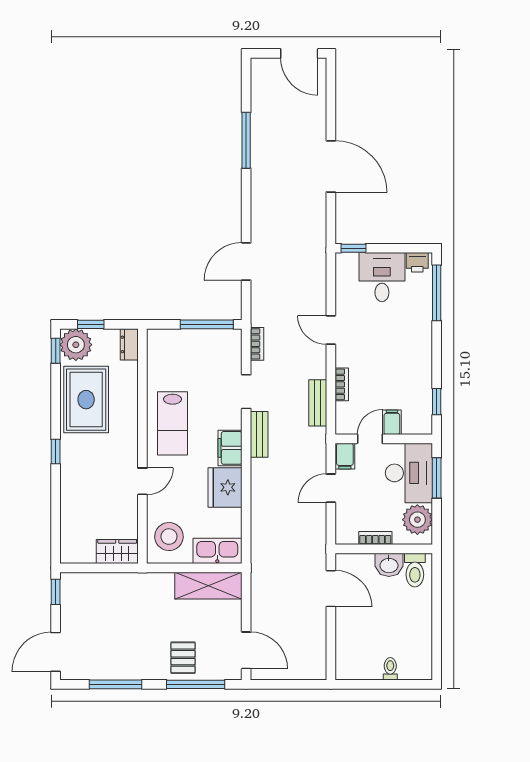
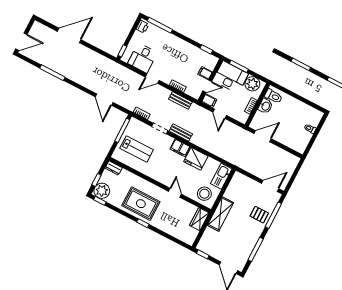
door: (299, 53) -> (21, 42), moved
door: (331, 166) -> (69, 35), moved
desk: (382, 277) -> (143, 58), moved, turned -90
rug: (86, 400) -> (141, 204), moved
lab bench: (172, 423) -> (137, 149), moved
door: (370, 439) -> (207, 86), swing flipped
shelving: (208, 586) -> (220, 214), moved

